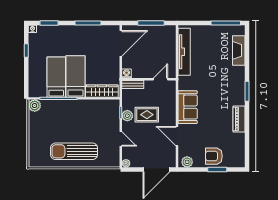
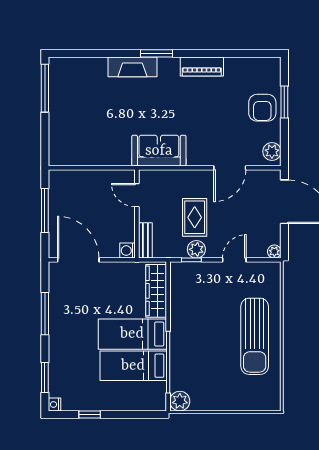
fireplace: (239, 50) -> (132, 67), moved
tv unit: (184, 52) -> (92, 156), removed
sofa: (188, 107) -> (159, 151), moved

